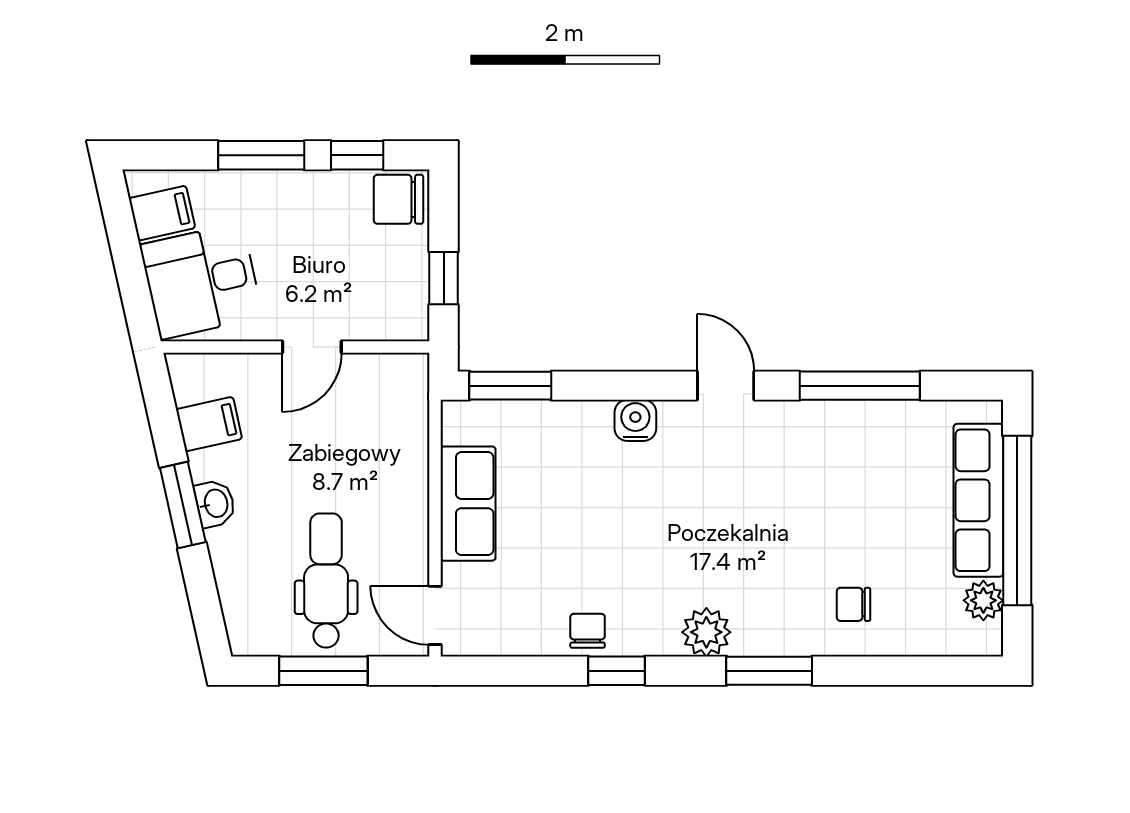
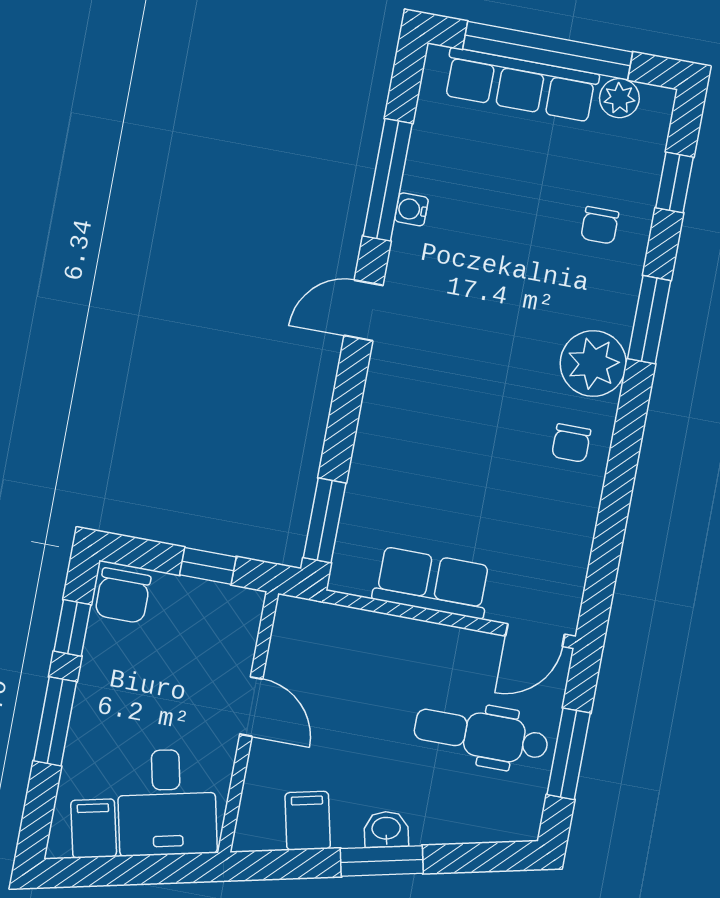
water cooler: (635, 420) -> (412, 209), moved, width x0.72, depth x0.72
chair: (588, 631) -> (571, 443), moved, turned -90
plant: (706, 632) -> (593, 364), width x1.36, depth x1.36
window: (616, 671) -> (675, 182), moved

